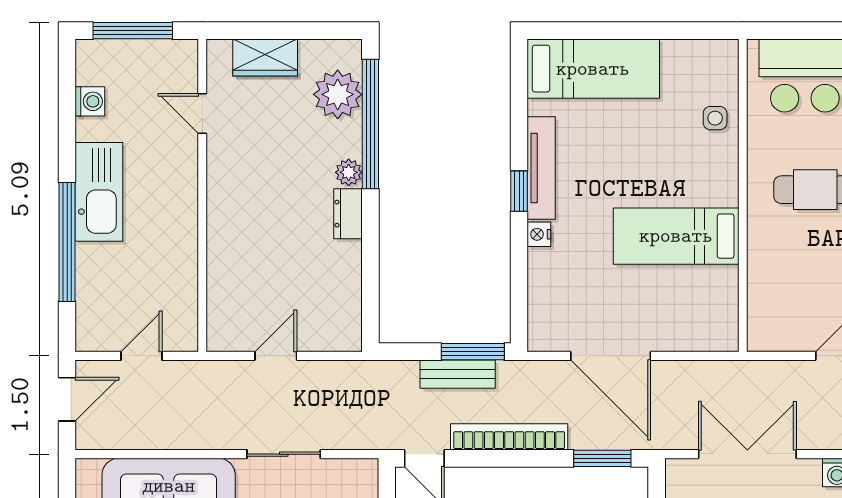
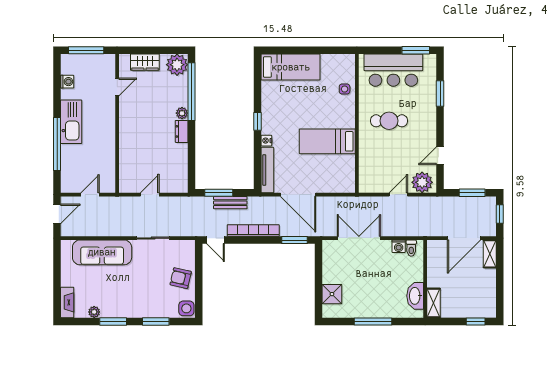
plant: (338, 94) -> (177, 65), moved
door: (202, 113) -> (117, 87), swing flipped
tv unit: (541, 168) -> (267, 170), moved
window: (473, 352) -> (219, 193), moved

